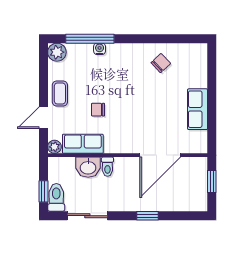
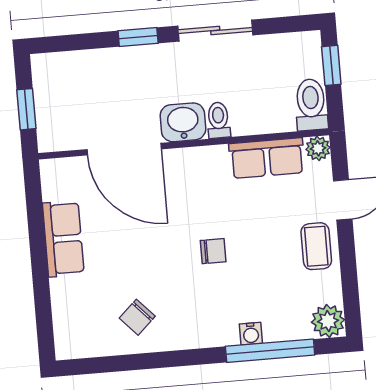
chair: (98, 110) -> (213, 251), moved
door: (160, 155) -> (124, 149), swing flipped
washbasin: (88, 167) -> (183, 122), moved
toilet: (56, 197) -> (311, 105), moved, turned 180
sliding door: (87, 216) -> (215, 31), moved

